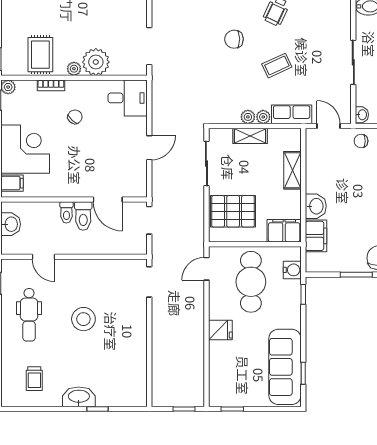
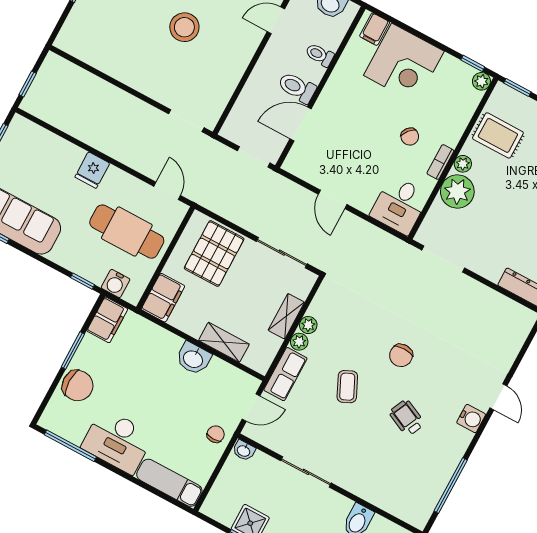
chair: (234, 39) -> (401, 355), turned 180
bookcase: (51, 85) -> (440, 162), moved
washbasin: (316, 206) -> (193, 358), moved
toilet: (66, 212) -> (320, 55), moved
filing cabinet: (316, 236) -> (107, 320), moved, turned -90

